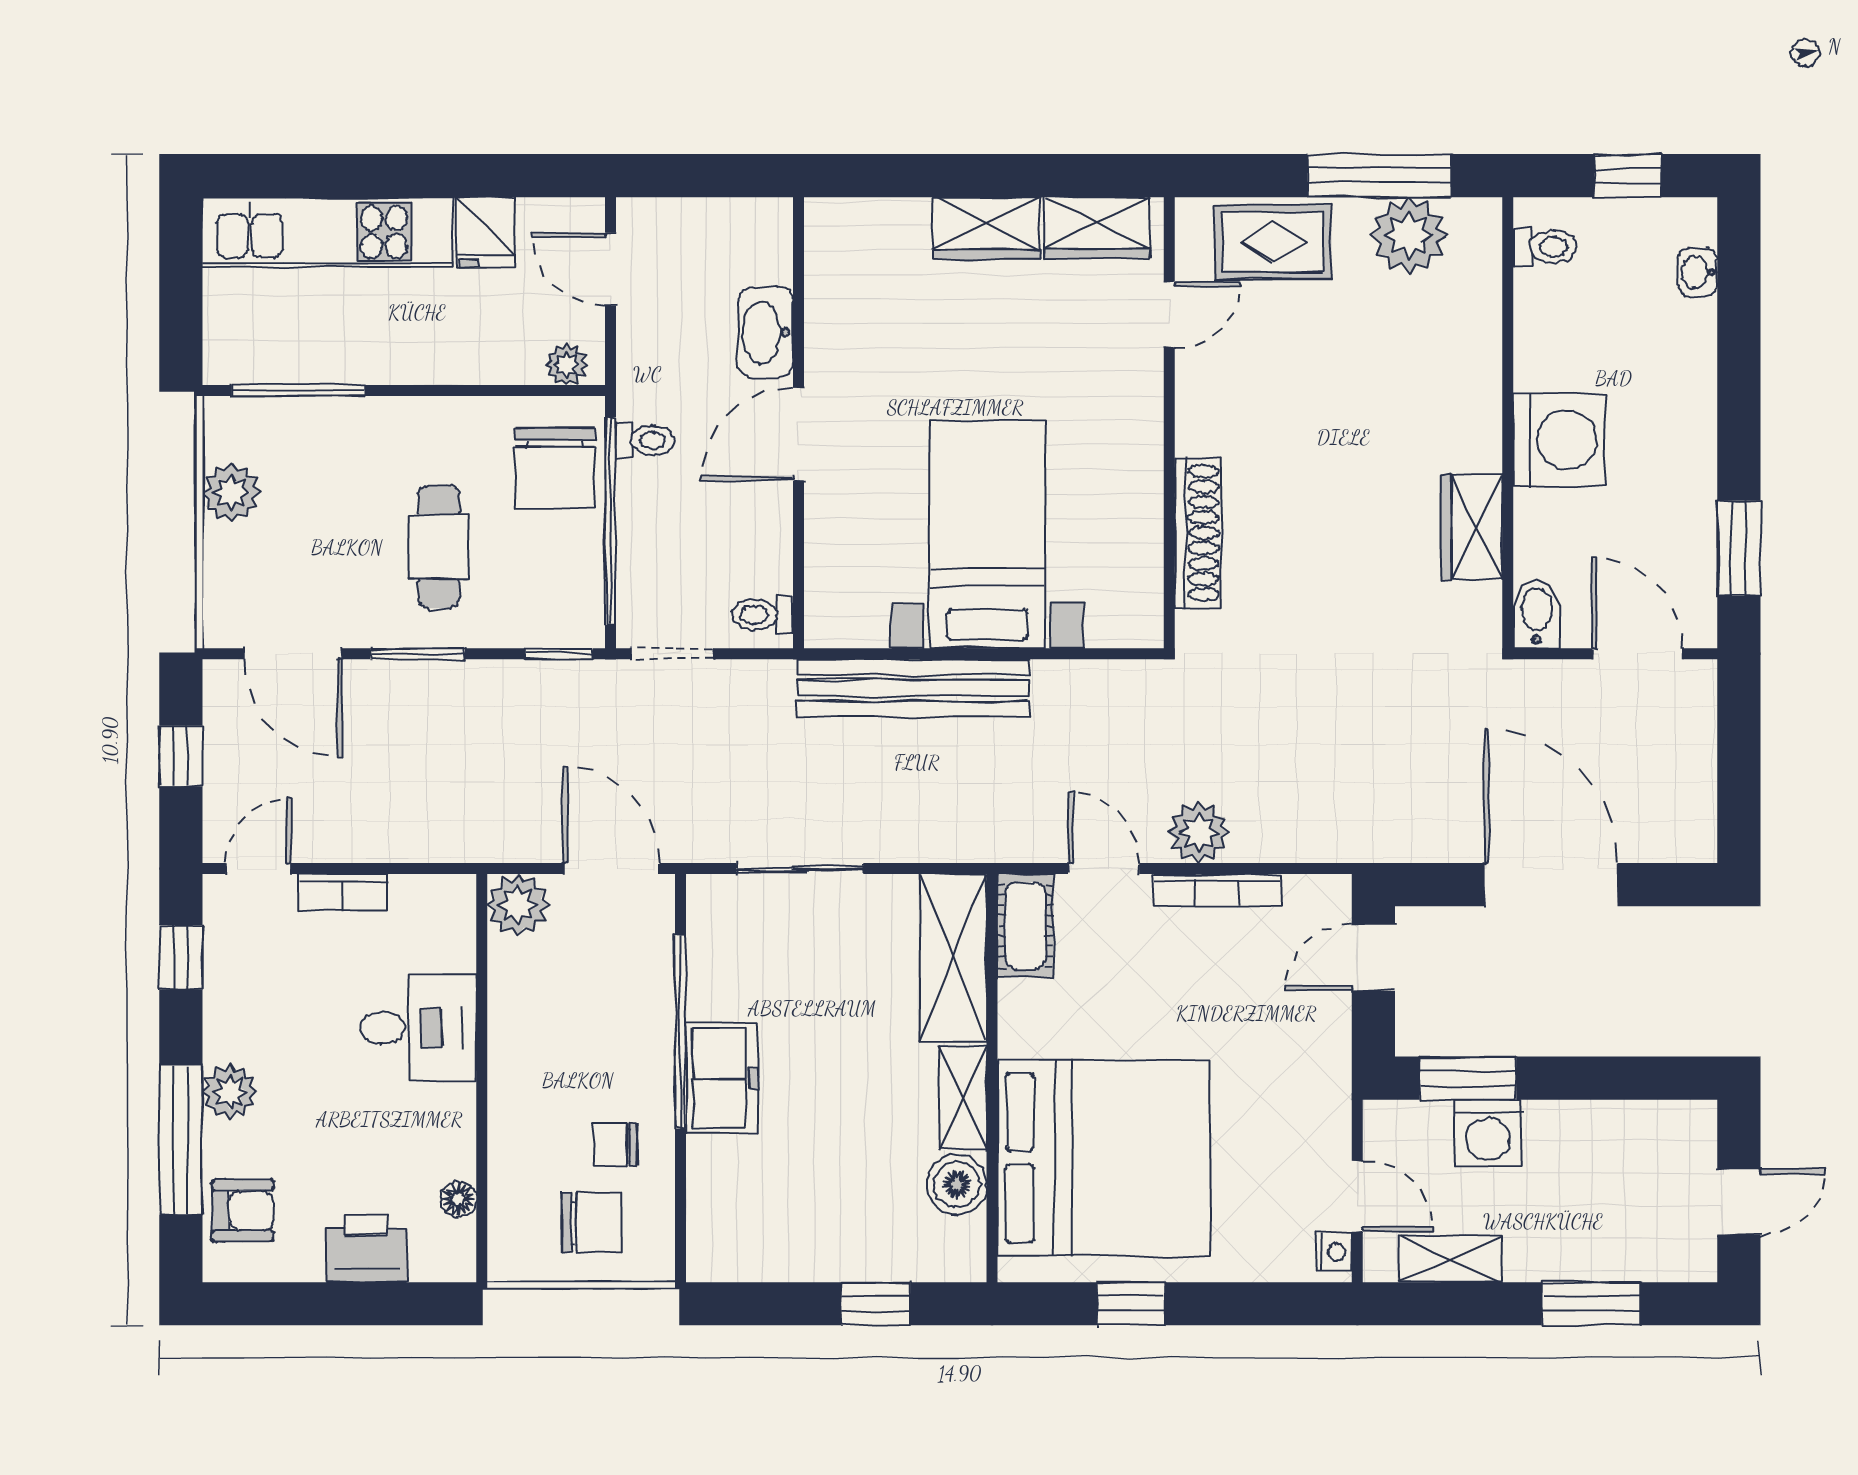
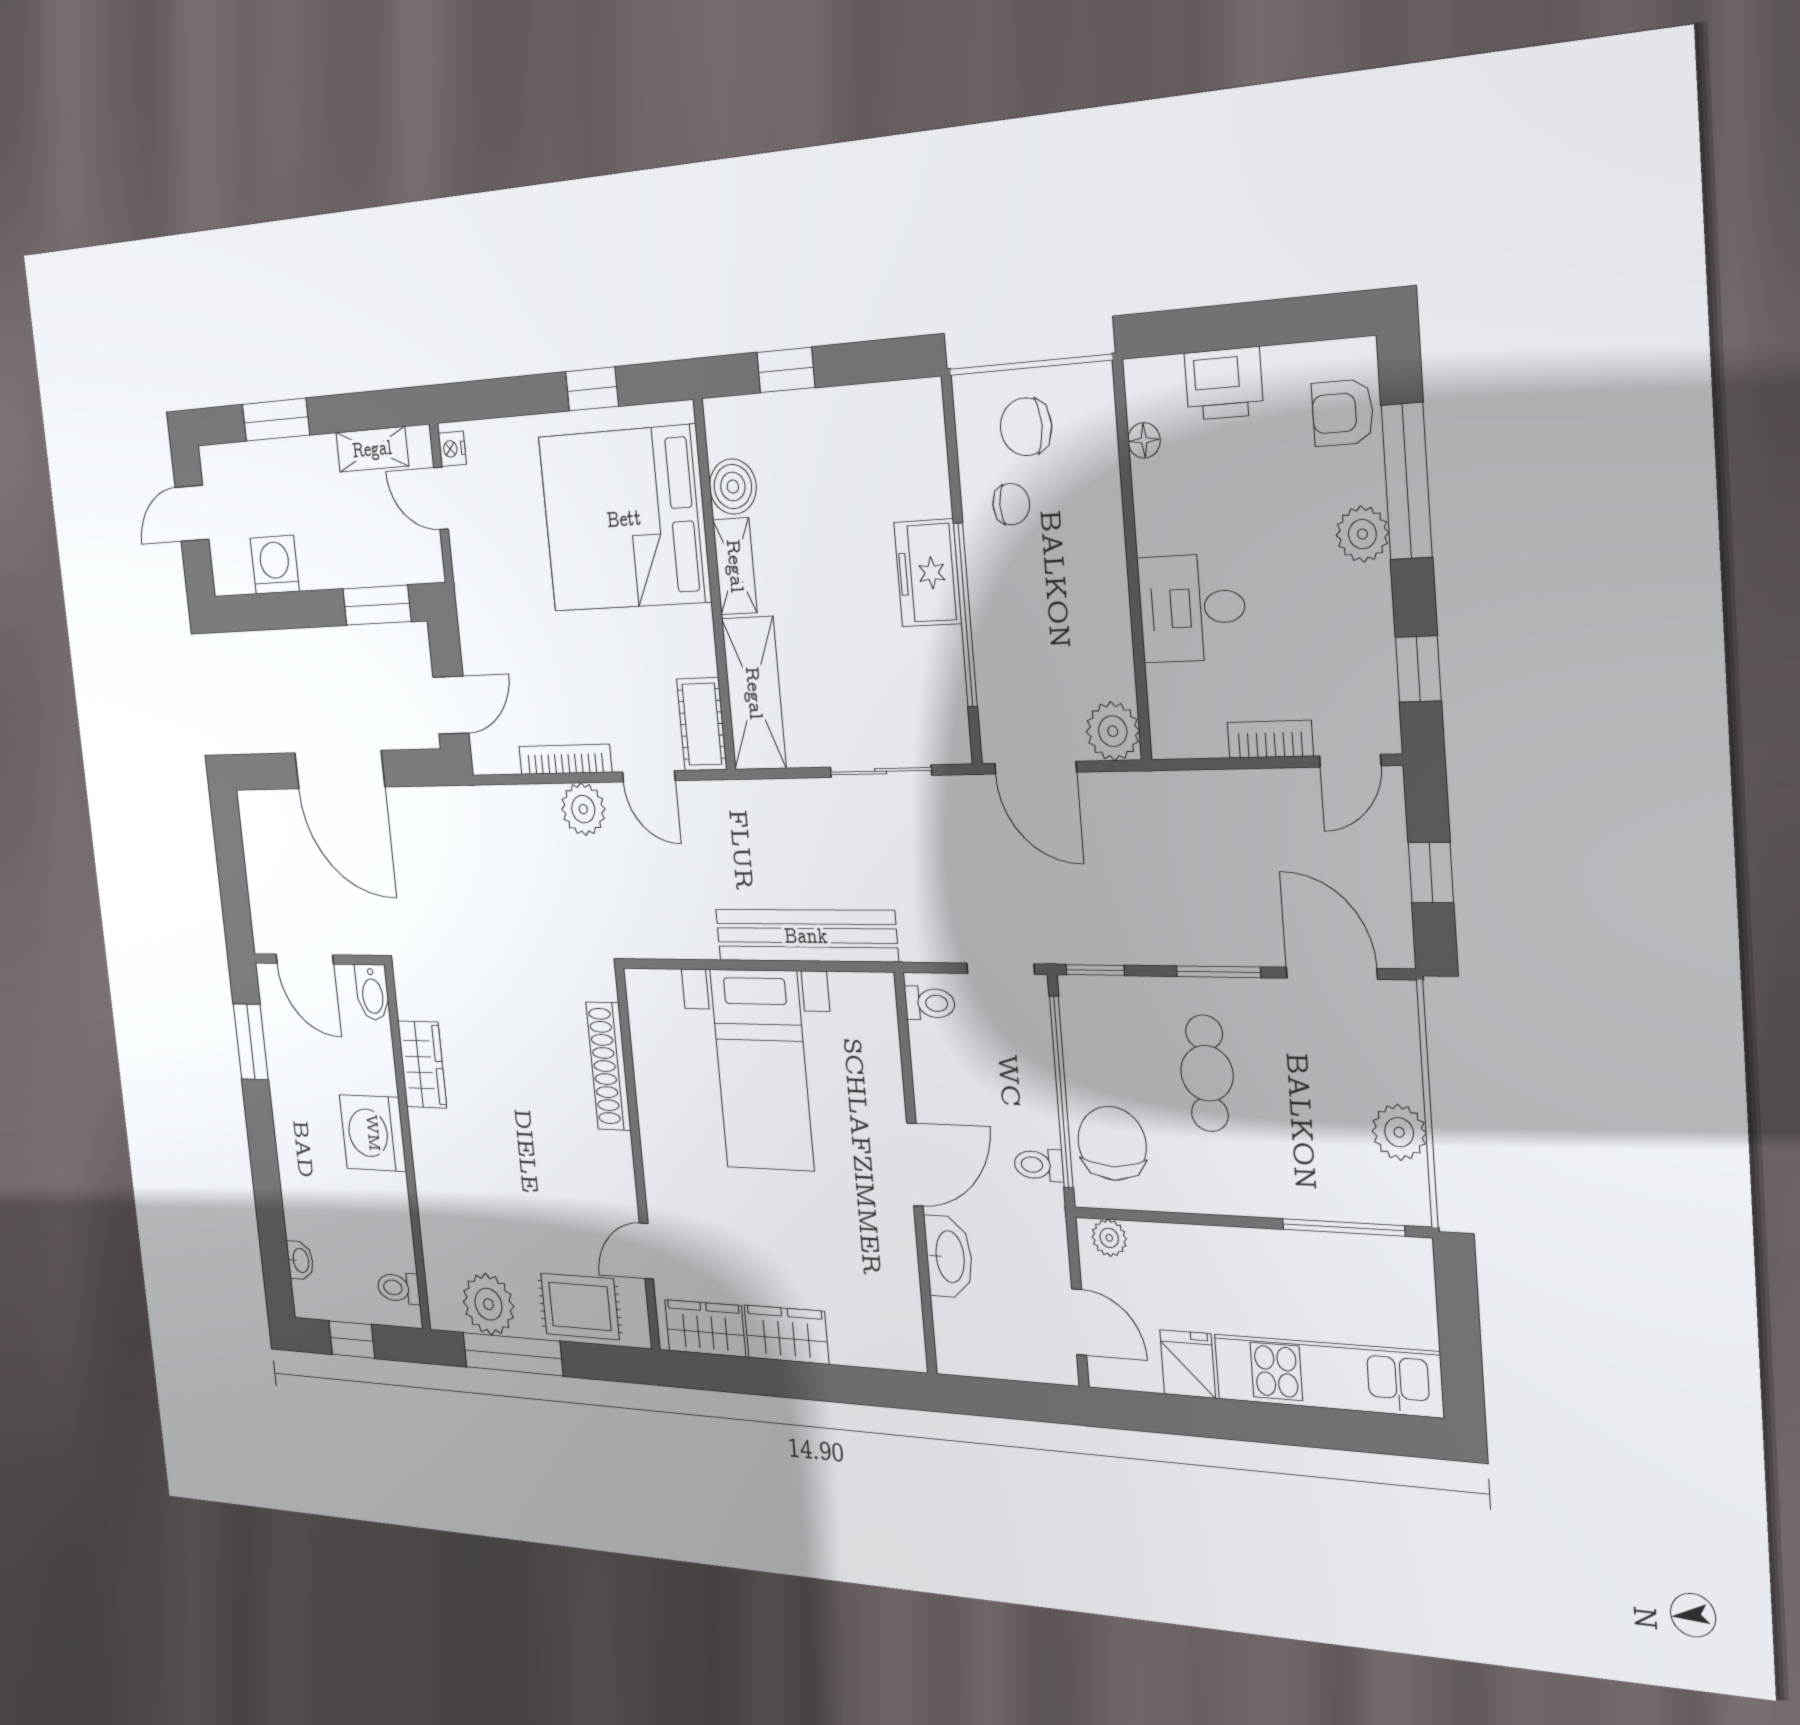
washing machine: (1488, 1133) -> (275, 565), moved

